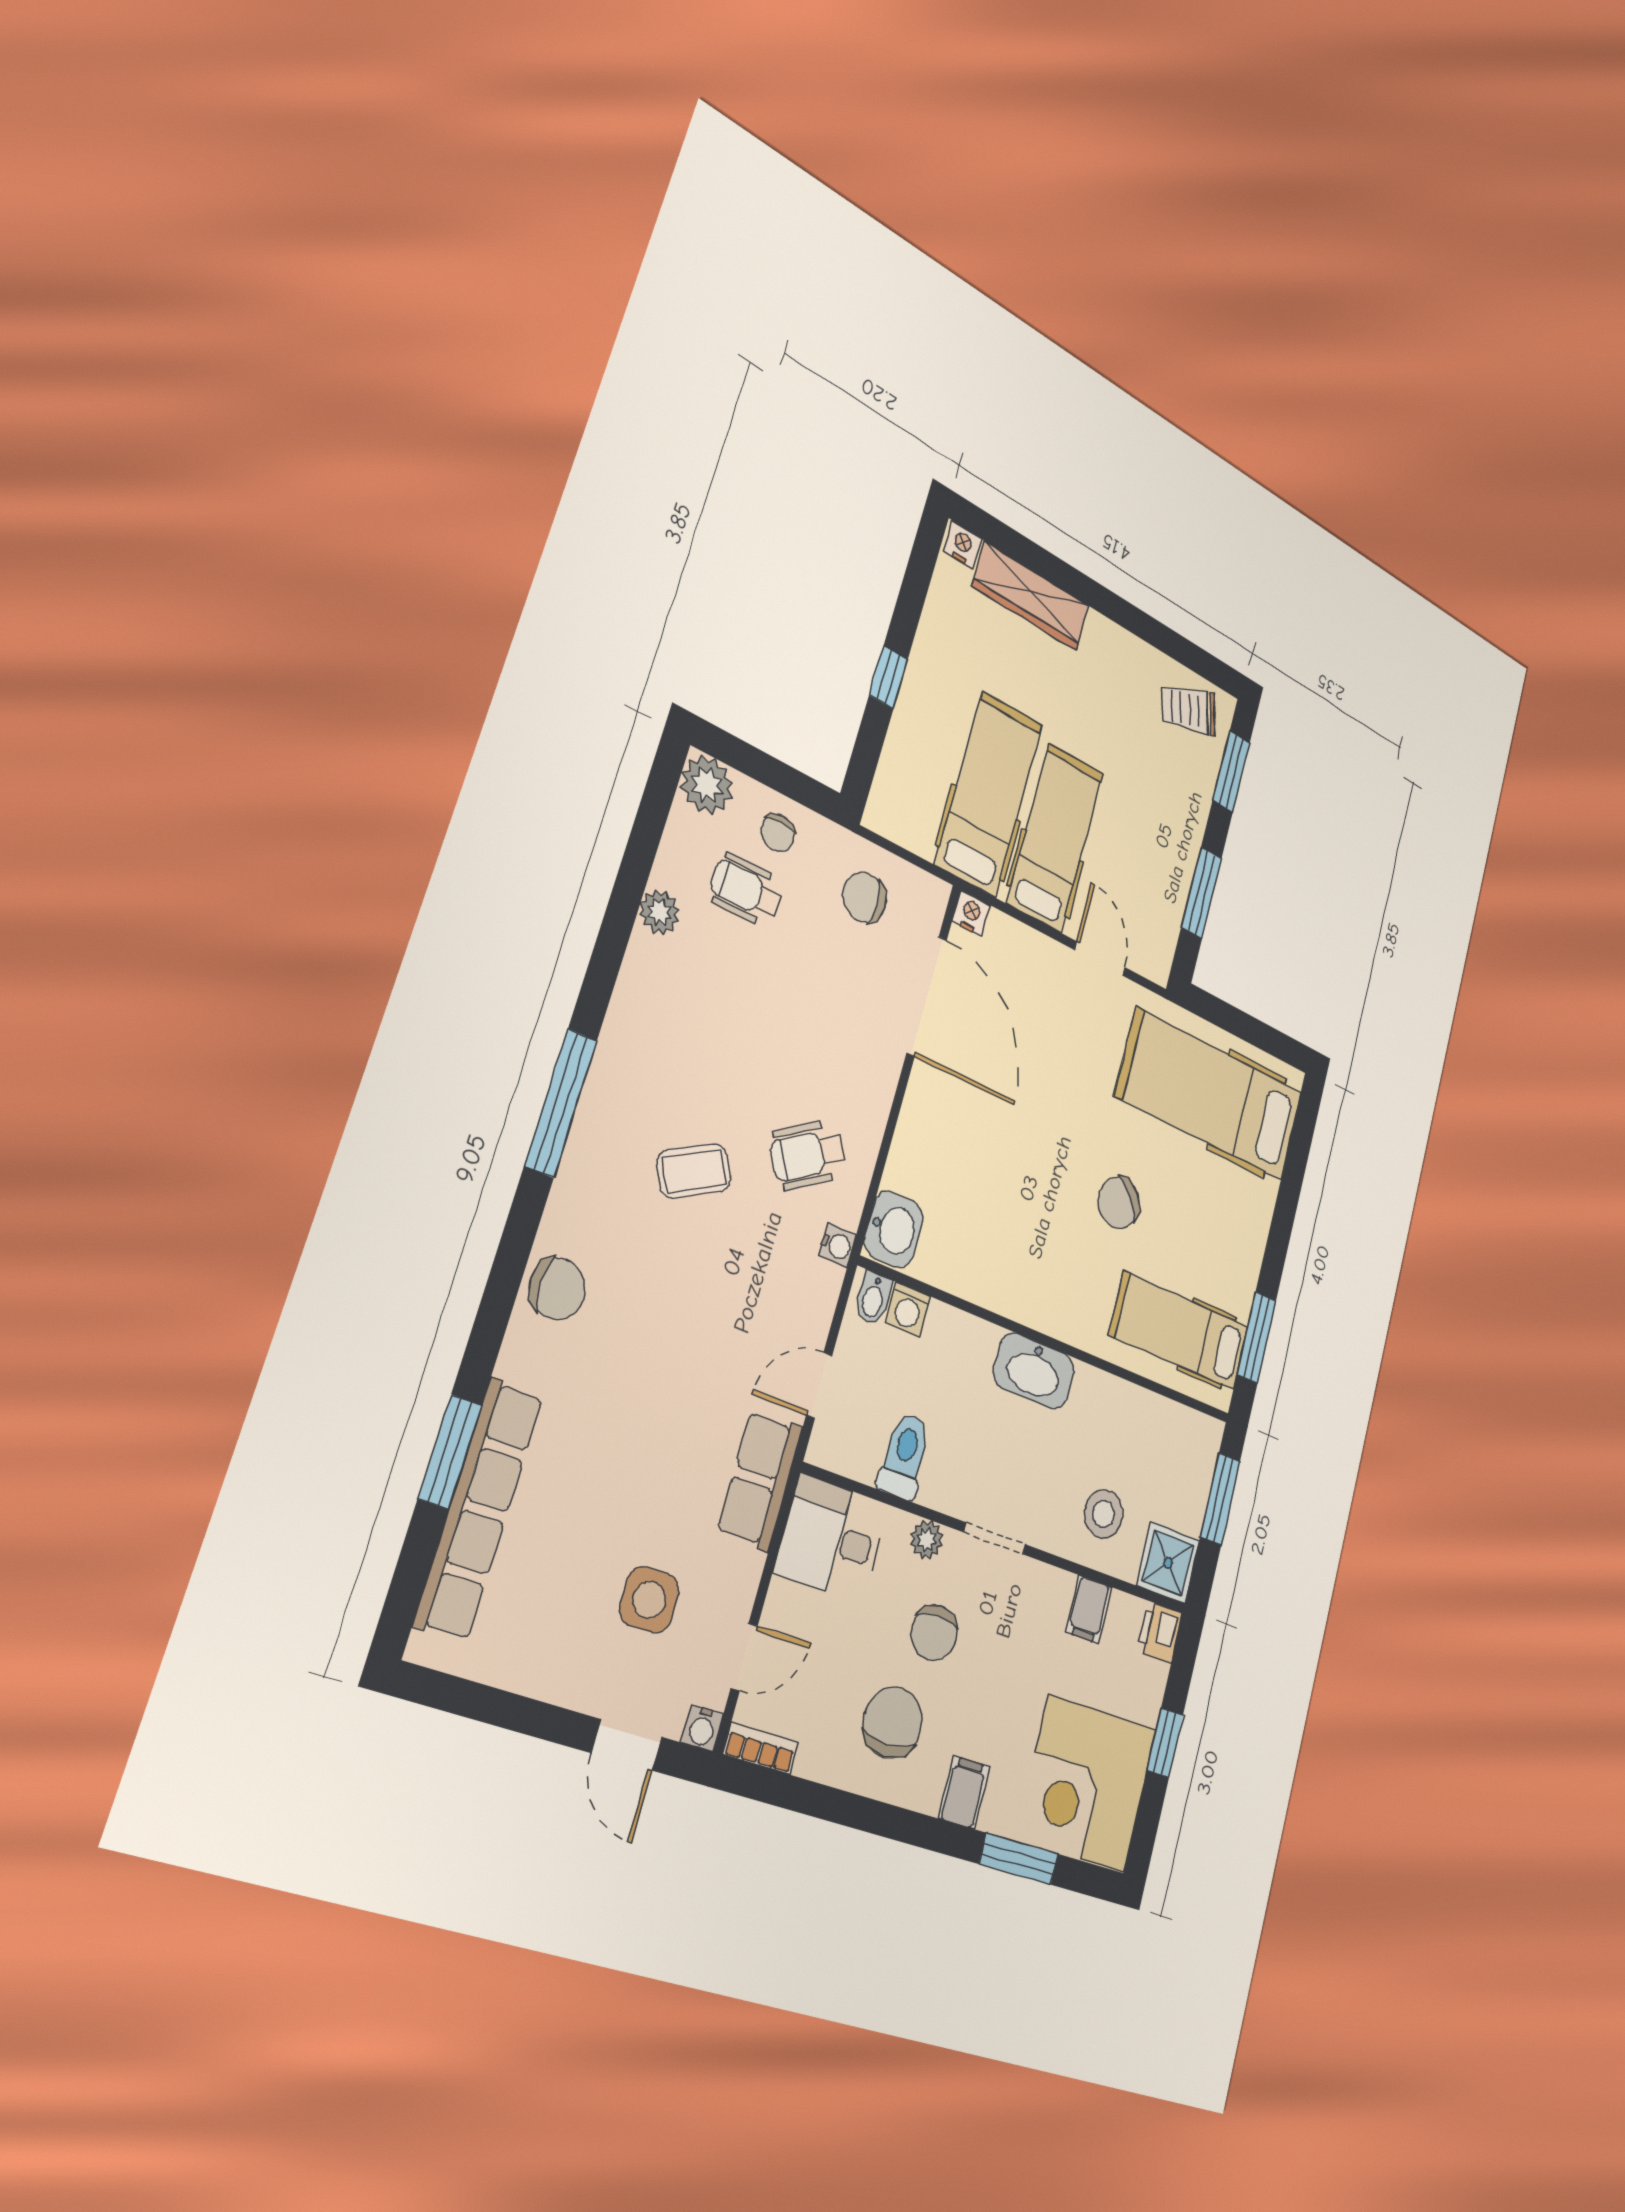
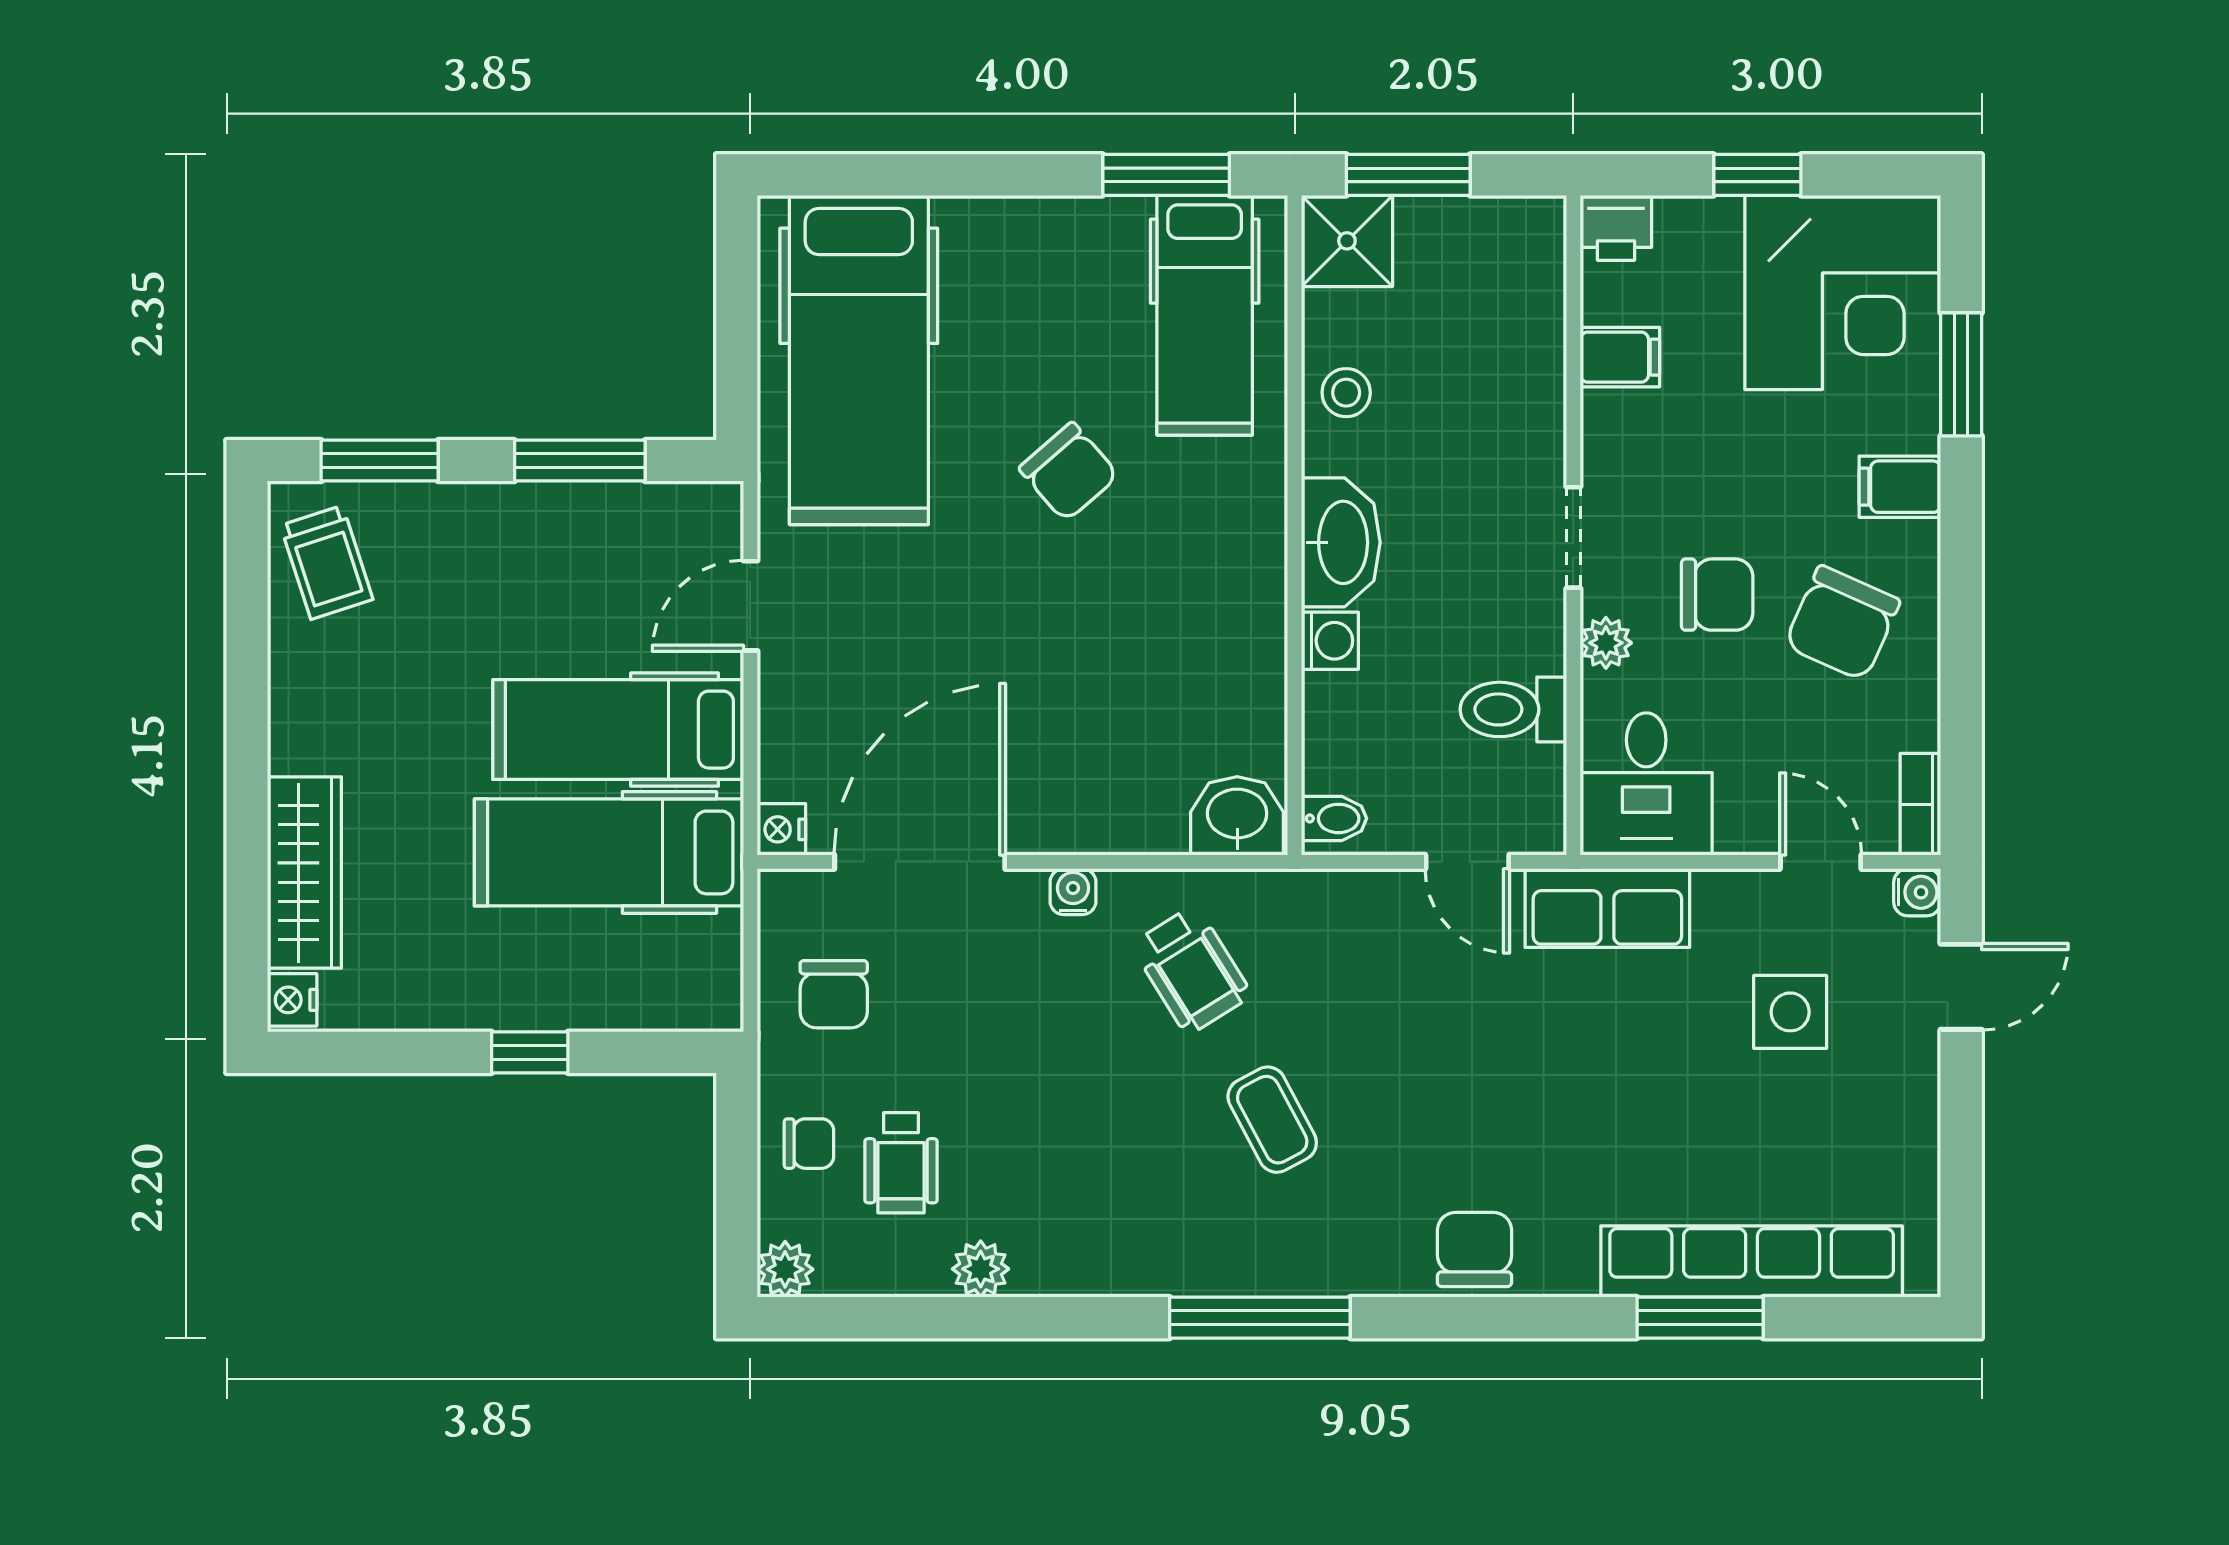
plant: (707, 785) -> (785, 1269), width x0.73, depth x0.73
water cooler: (837, 1245) -> (1073, 892), moved
washing machine: (908, 1310) -> (1330, 641), moved
stool: (1104, 1514) -> (1346, 393), moved, width x0.73, depth x0.73
shower: (1168, 1563) -> (1347, 241), moved
chair: (892, 1722) -> (1842, 623), turned -66

